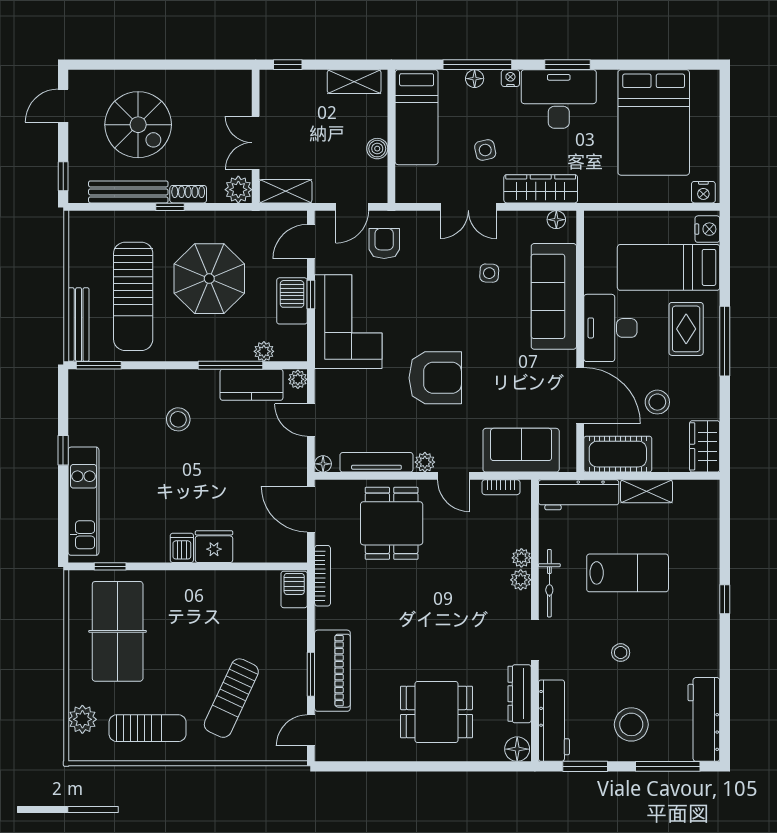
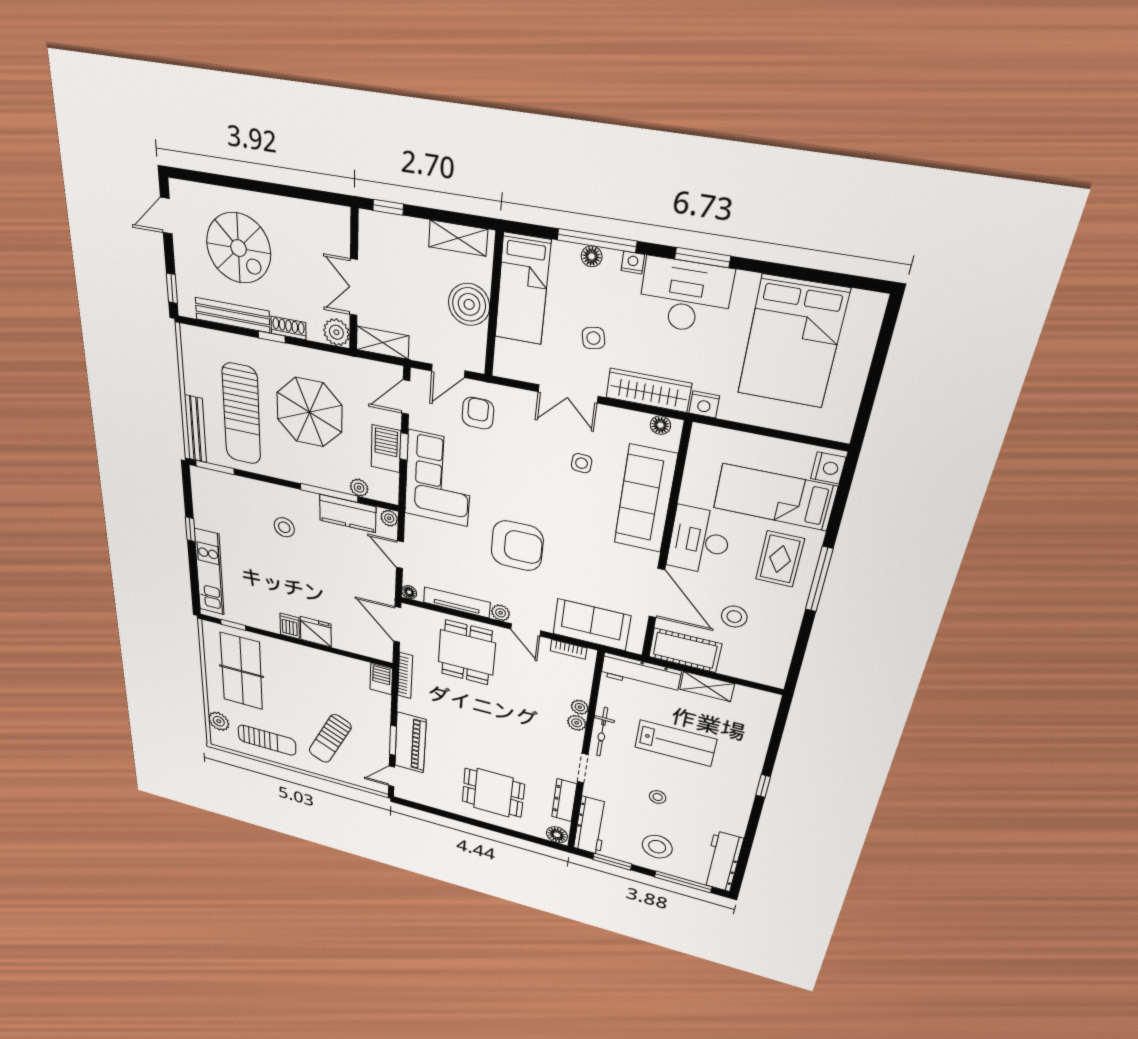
boiler: (377, 149) -> (469, 304), width x1.86, depth x1.86
nightstand: (703, 192) -> (704, 404), moved
wardrobe: (705, 446) -> (774, 665), removed

